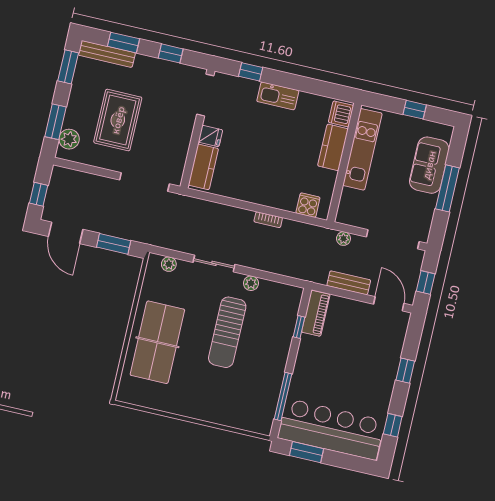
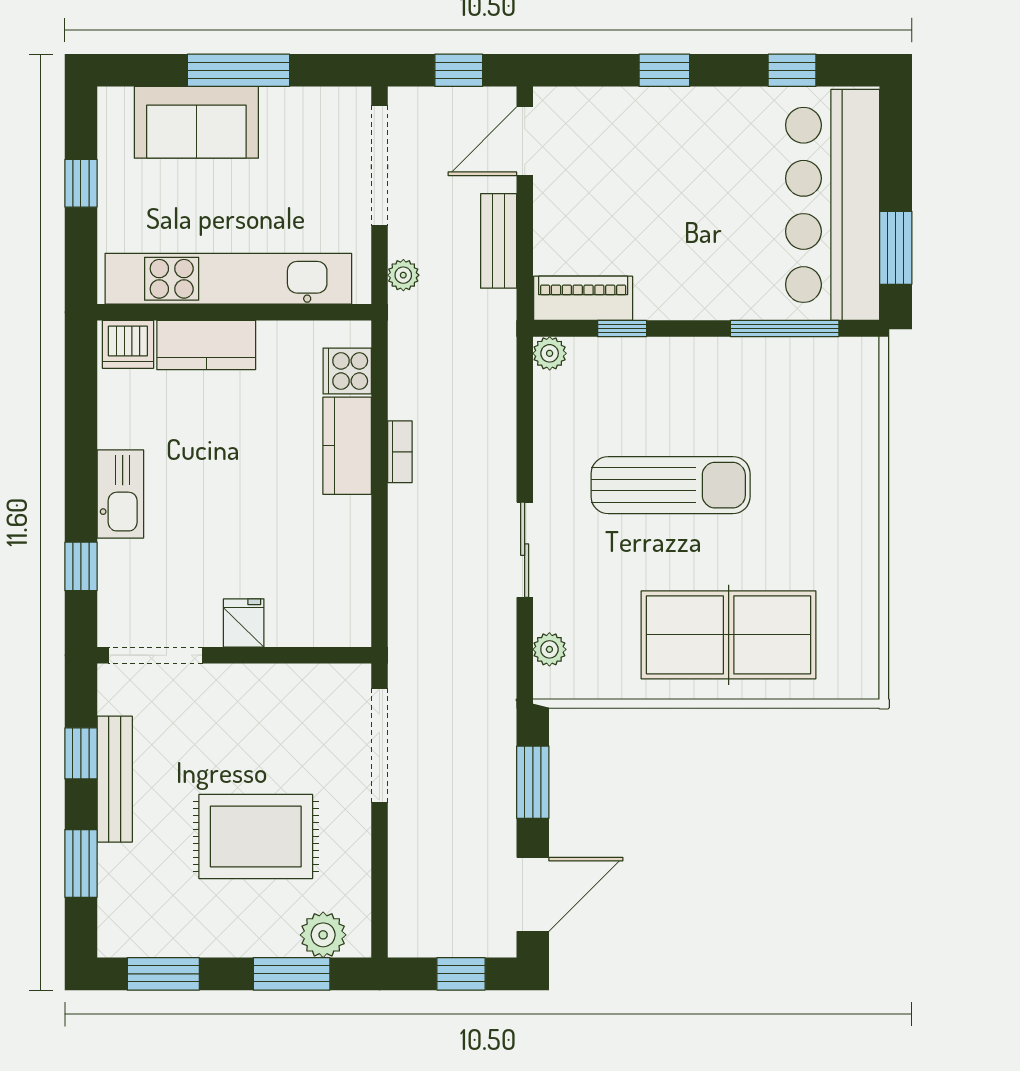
bench: (107, 54) -> (115, 779), moved
kitchen unit: (362, 149) -> (228, 279), width x1.36
kitchen counter: (203, 167) -> (347, 446), moved, turned -90
plant: (251, 283) -> (550, 353), moved

